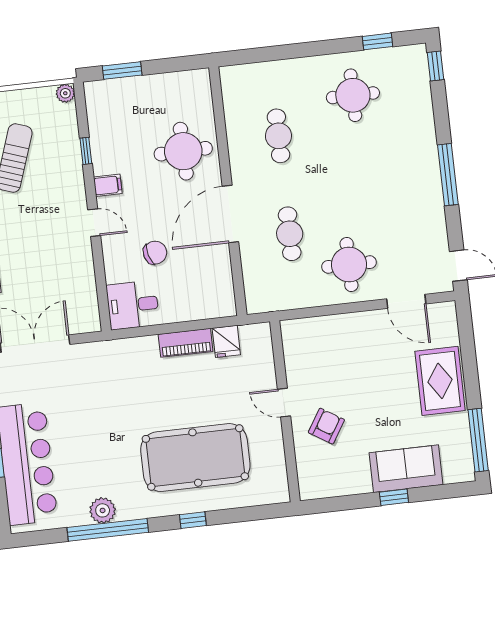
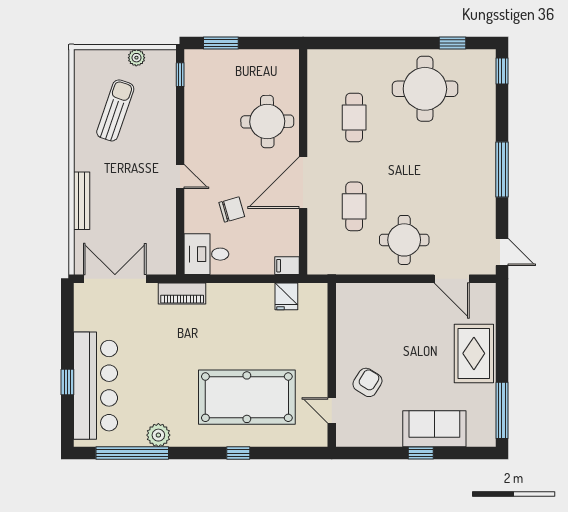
plant: (65, 93) -> (136, 58), moved
round table: (353, 95) -> (425, 89), width x1.36, depth x1.36
window: (86, 151) -> (180, 75), moved
filing cabinet: (108, 185) -> (287, 266), moved, turned 180
piano: (186, 343) -> (182, 293), moved
door: (284, 403) -> (332, 410), moved
window: (108, 530) -> (132, 453), moved

